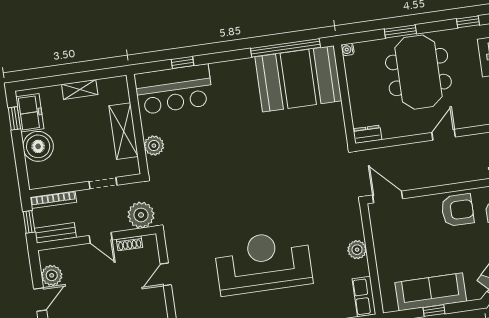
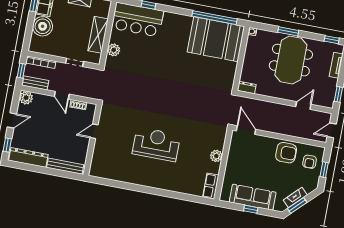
door: (444, 135) -> (303, 106), moved
plant: (141, 215) -> (91, 90), removed
reception desk: (263, 263) -> (156, 144), width x0.74, depth x0.77
plant: (52, 275) -> (26, 98), moved

